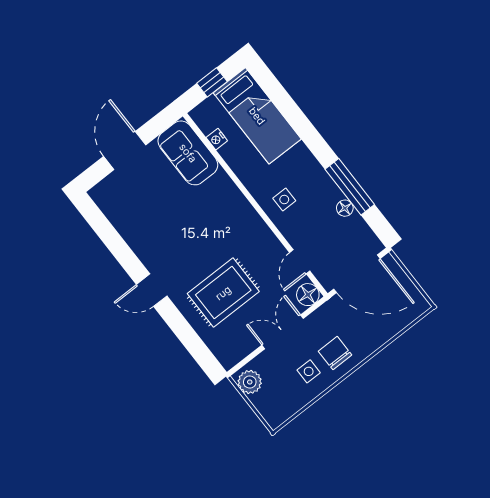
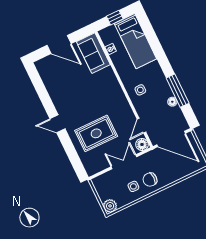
door: (125, 151) -> (59, 44), swing flipped
chair: (335, 353) -> (150, 180), turned -90
plant: (250, 382) -> (110, 206), moved

